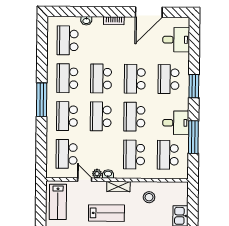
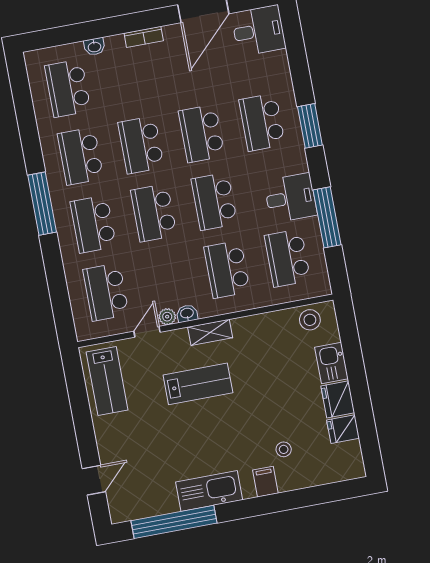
desk: (176, 40) -> (259, 31), moved
door: (85, 180) -> (147, 332), hinge flipped
stool: (149, 197) -> (310, 320), moved

